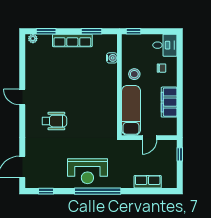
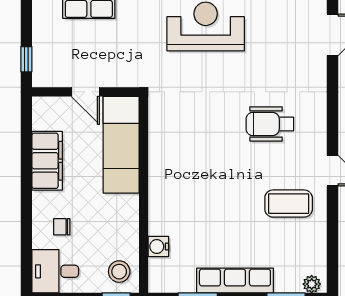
stool: (134, 74) -> (119, 272), moved
coffee table: (45, 80) -> (289, 204), added
door: (149, 138) -> (85, 92), swing flipped

